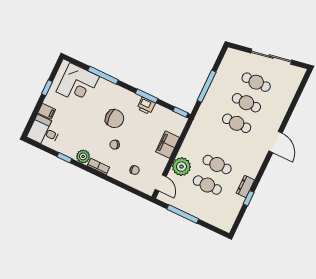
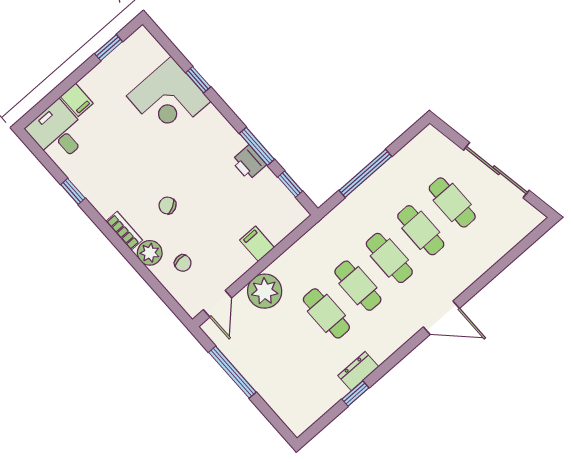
window: (103, 75) -> (198, 80), width x0.46
corner desk: (78, 84) -> (169, 99), moved
window: (47, 88) -> (109, 48), moved
window: (180, 112) -> (290, 184), moved
chair: (115, 119) -> (186, 161), removed
door: (275, 142) -> (441, 318), hinge flipped
filing cabinet: (168, 145) -> (257, 244), width x0.50
plant: (83, 156) -> (150, 253), moved
cafe table: (207, 185) -> (358, 286), moved

